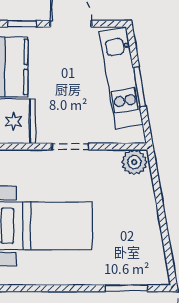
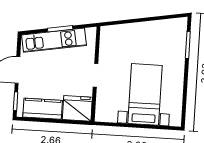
plant: (134, 162) -> (108, 35), removed

